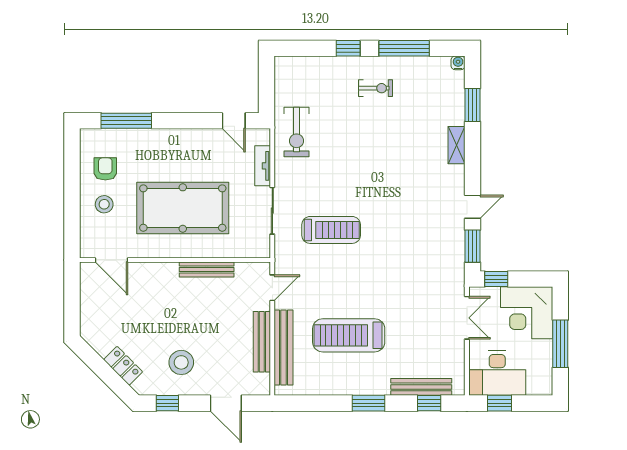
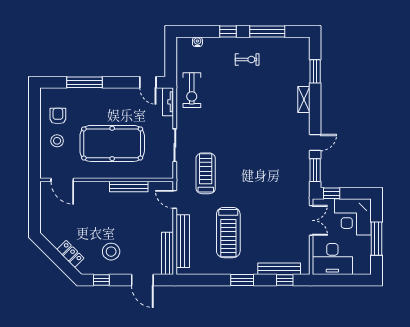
water cooler: (458, 63) -> (197, 42), moved
window: (126, 121) -> (85, 82), moved
tv unit: (263, 166) -> (168, 102), moved
treadmill: (331, 230) -> (206, 173), moved, turned -90
door: (272, 288) -> (175, 199), swing flipped
treadmill: (349, 335) -> (228, 233), turned -90
bench: (262, 342) -> (168, 253), moved
window: (500, 403) -> (334, 280), removed

